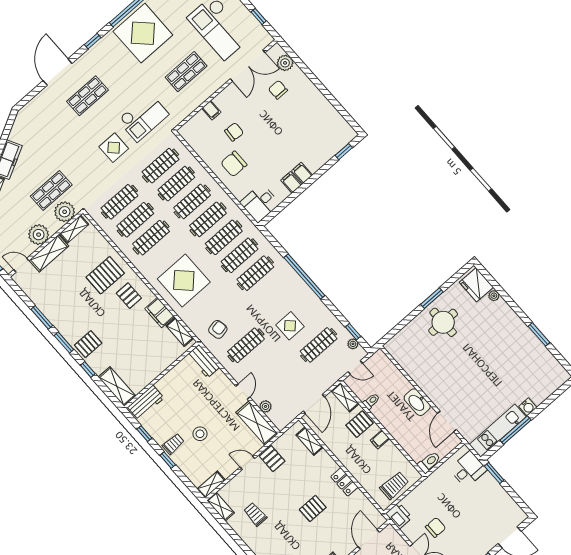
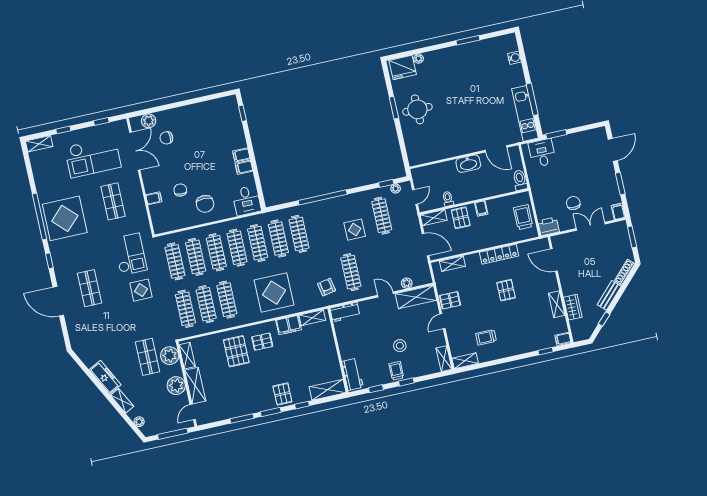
water cooler: (528, 407) -> (514, 58), moved
locker: (344, 482) -> (499, 254), width x1.53

